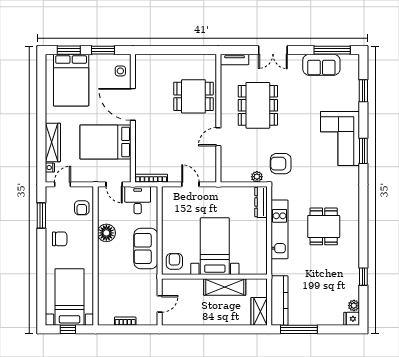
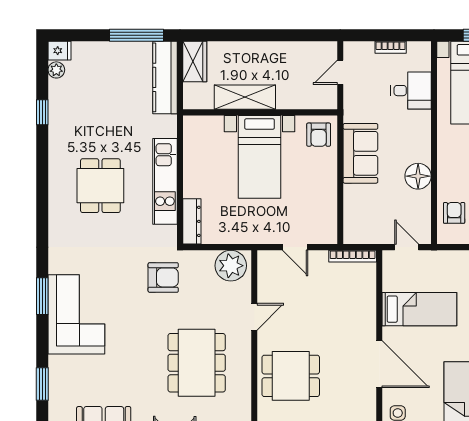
bed: (105, 142) -> (419, 309), width x0.67
plant: (257, 177) -> (231, 266), moved, width x1.88, depth x1.88
desk: (138, 200) -> (411, 91), moved, turned -90

